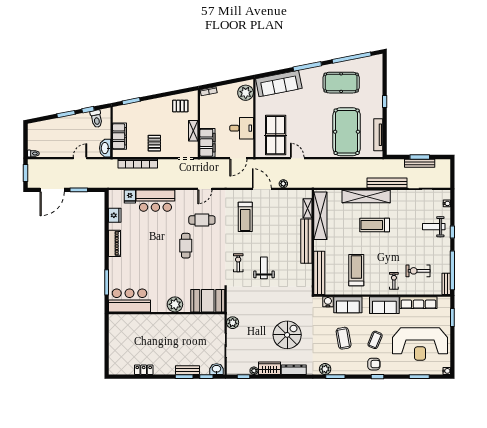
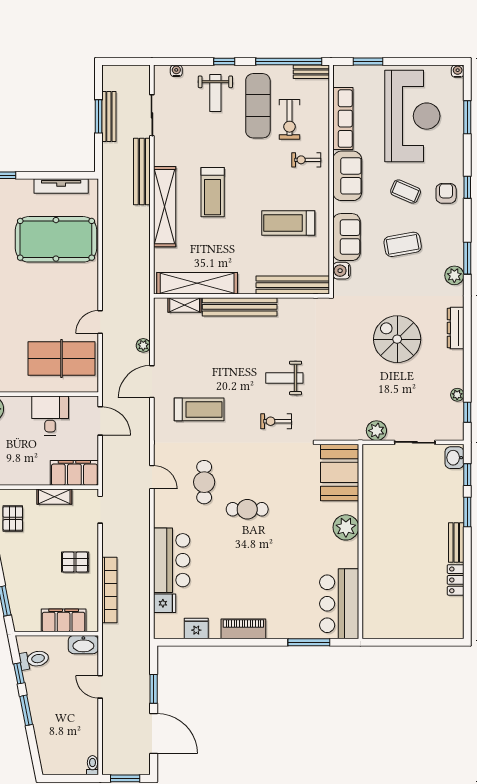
exercise mat: (426, 252) -> (258, 106), added
wardrobe: (270, 368) -> (453, 369), removed
bench: (187, 370) -> (456, 542), moved

